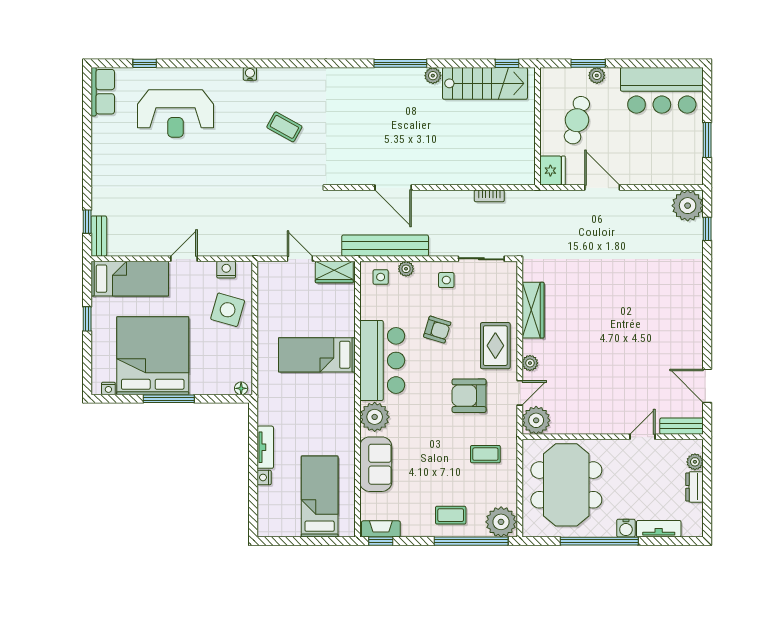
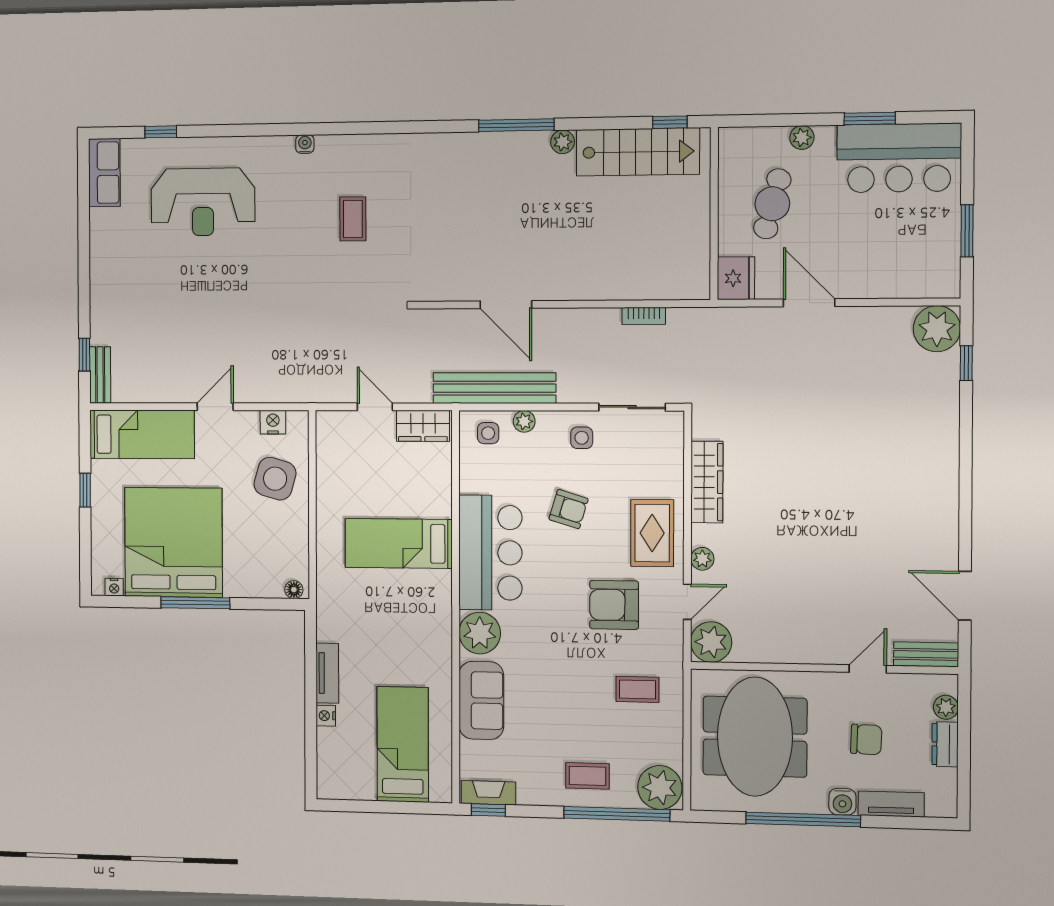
window: (588, 63) -> (870, 118), moved
coffee table: (284, 127) -> (353, 219), turned 61
chair: (642, 485) -> (866, 739), added

